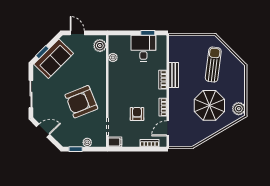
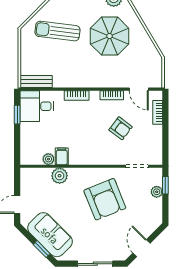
plant: (100, 46) -> (60, 176), moved
desk: (143, 48) -> (37, 106), moved
bench: (174, 75) -> (36, 82), moved
armchair: (137, 114) -> (121, 128), turned -143
filing cabinet: (115, 142) -> (62, 156), moved
window: (76, 149) -> (165, 185), moved

